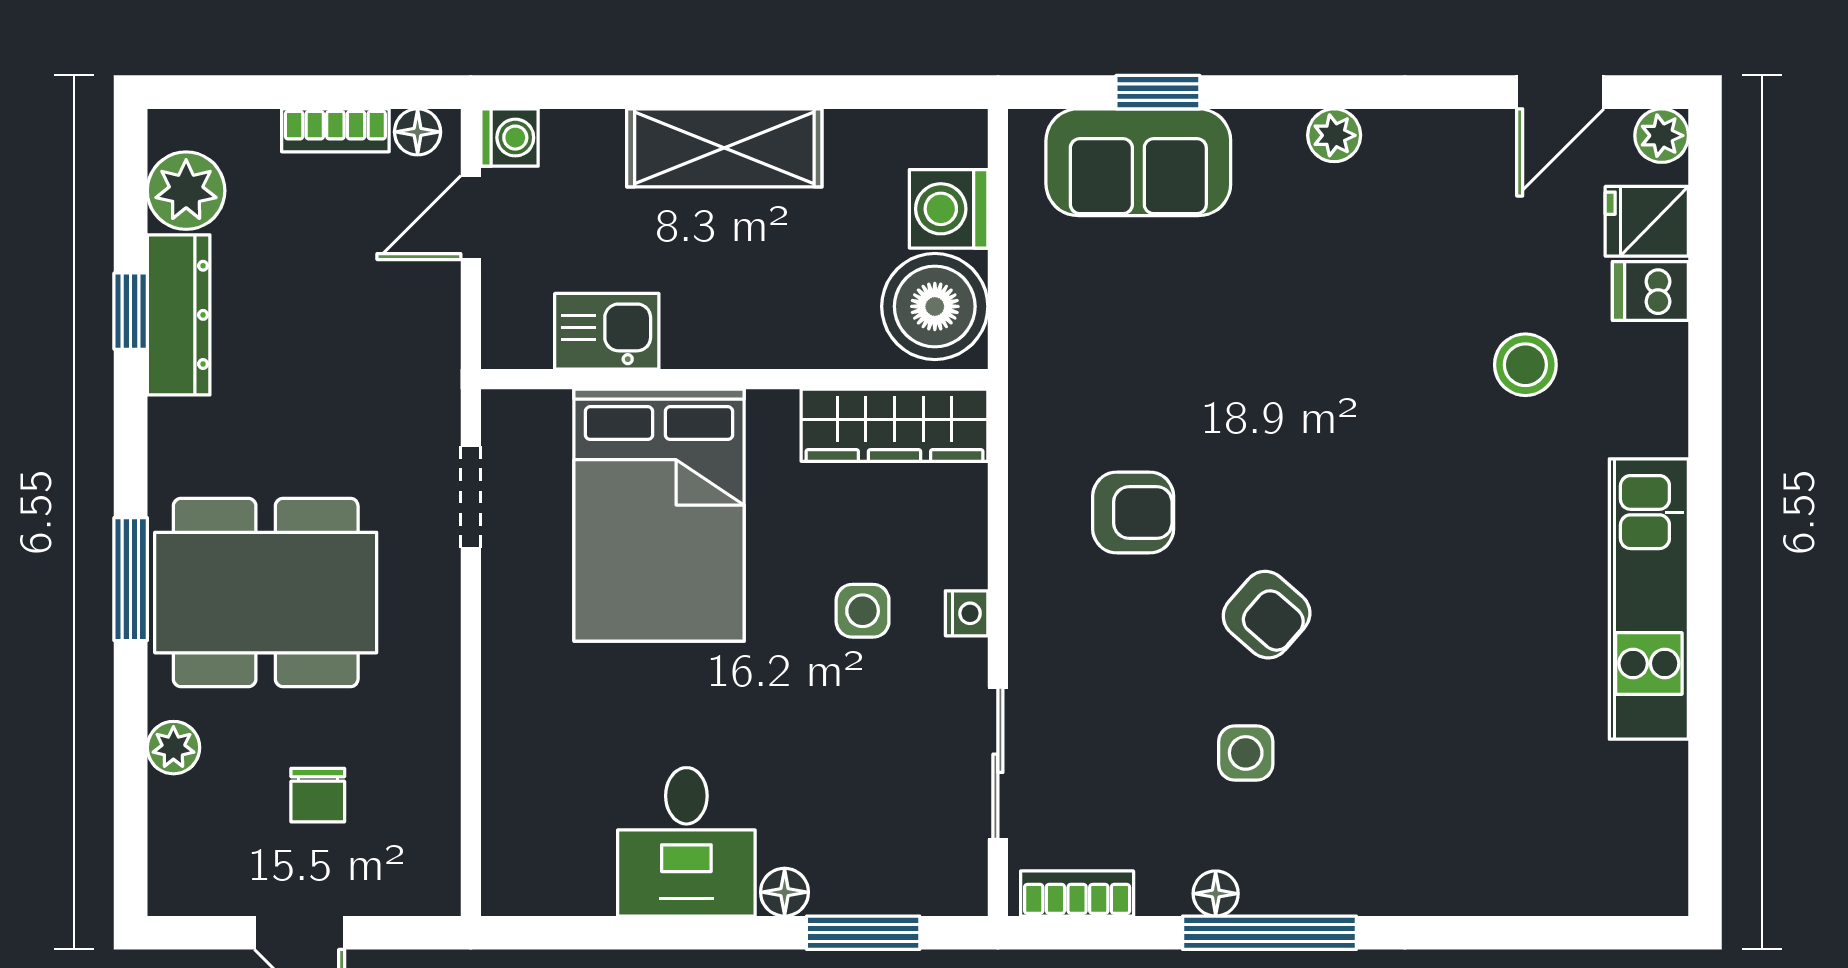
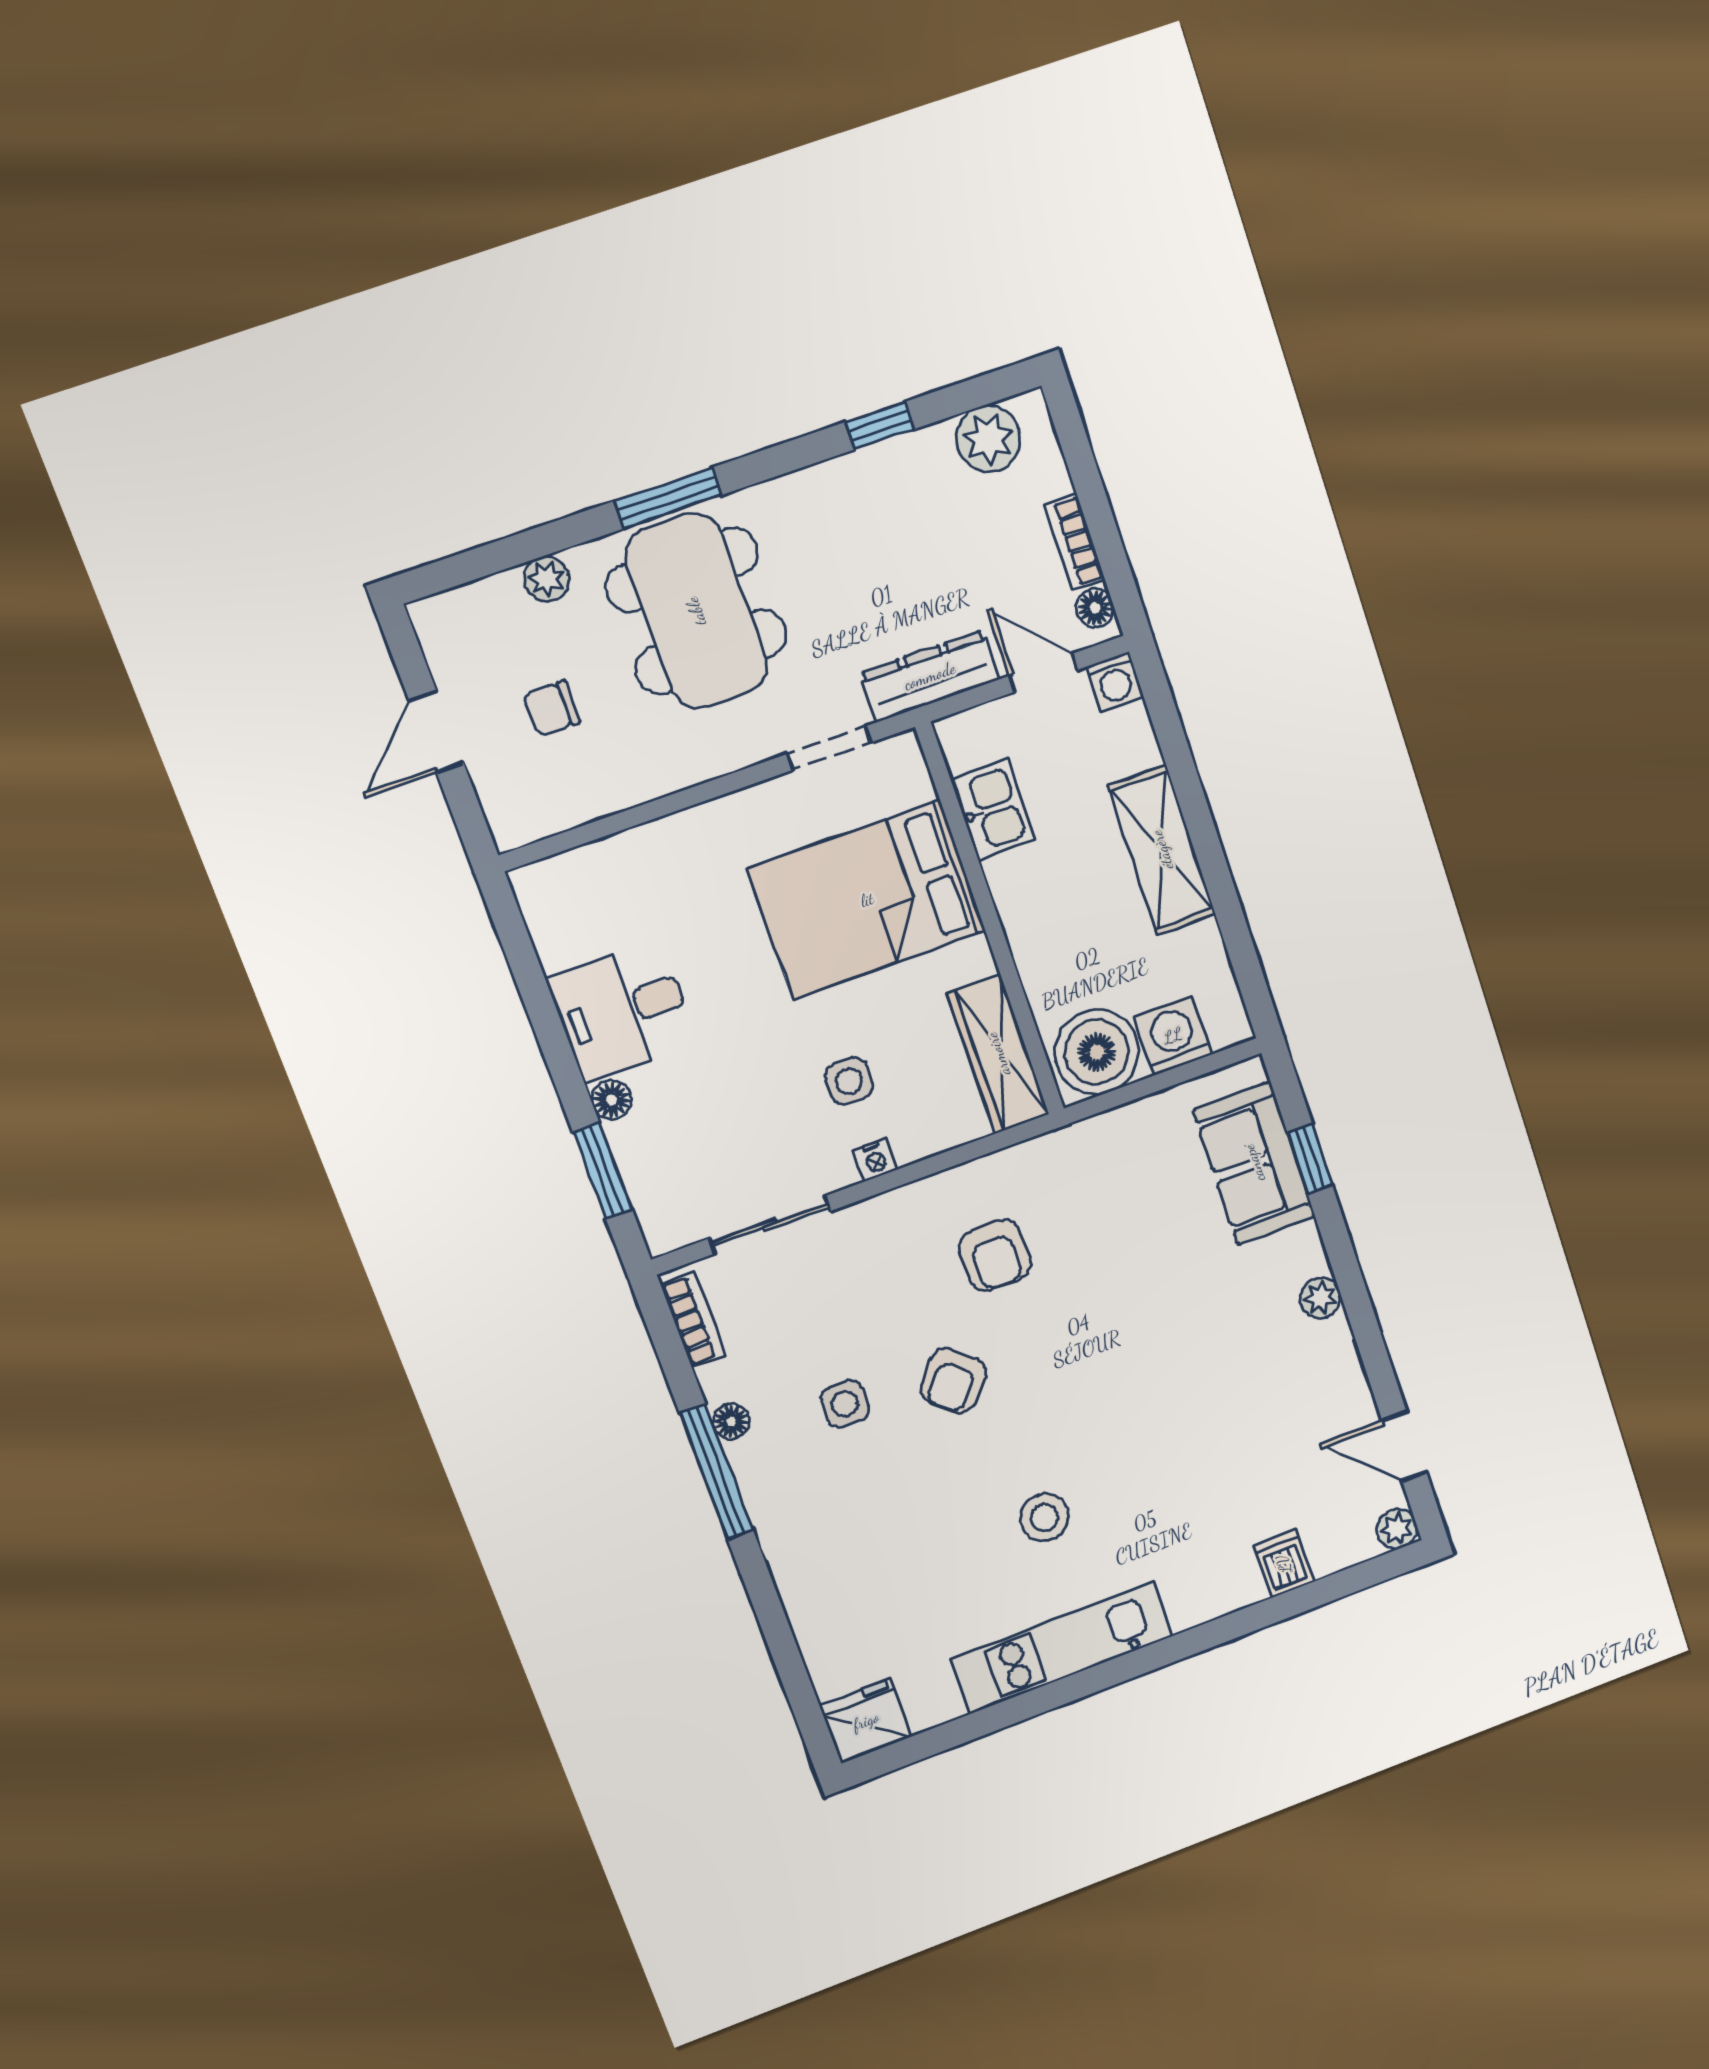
fridge: (1647, 221) -> (866, 1721), moved, width x1.38
dresser: (179, 315) -> (930, 676), moved, turned 180
stool: (1525, 365) -> (1044, 1517), moved

